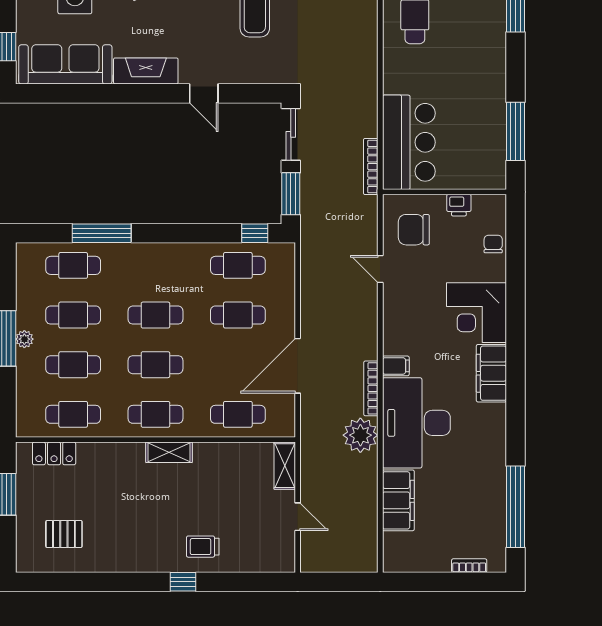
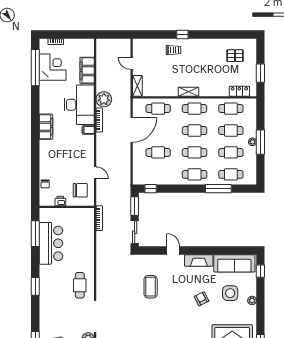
bar counter: (409, 142) -> (51, 243), moved, turned 180
cafe table: (238, 265) -> (195, 174), moved
corner desk: (476, 313) -> (53, 67), moved

